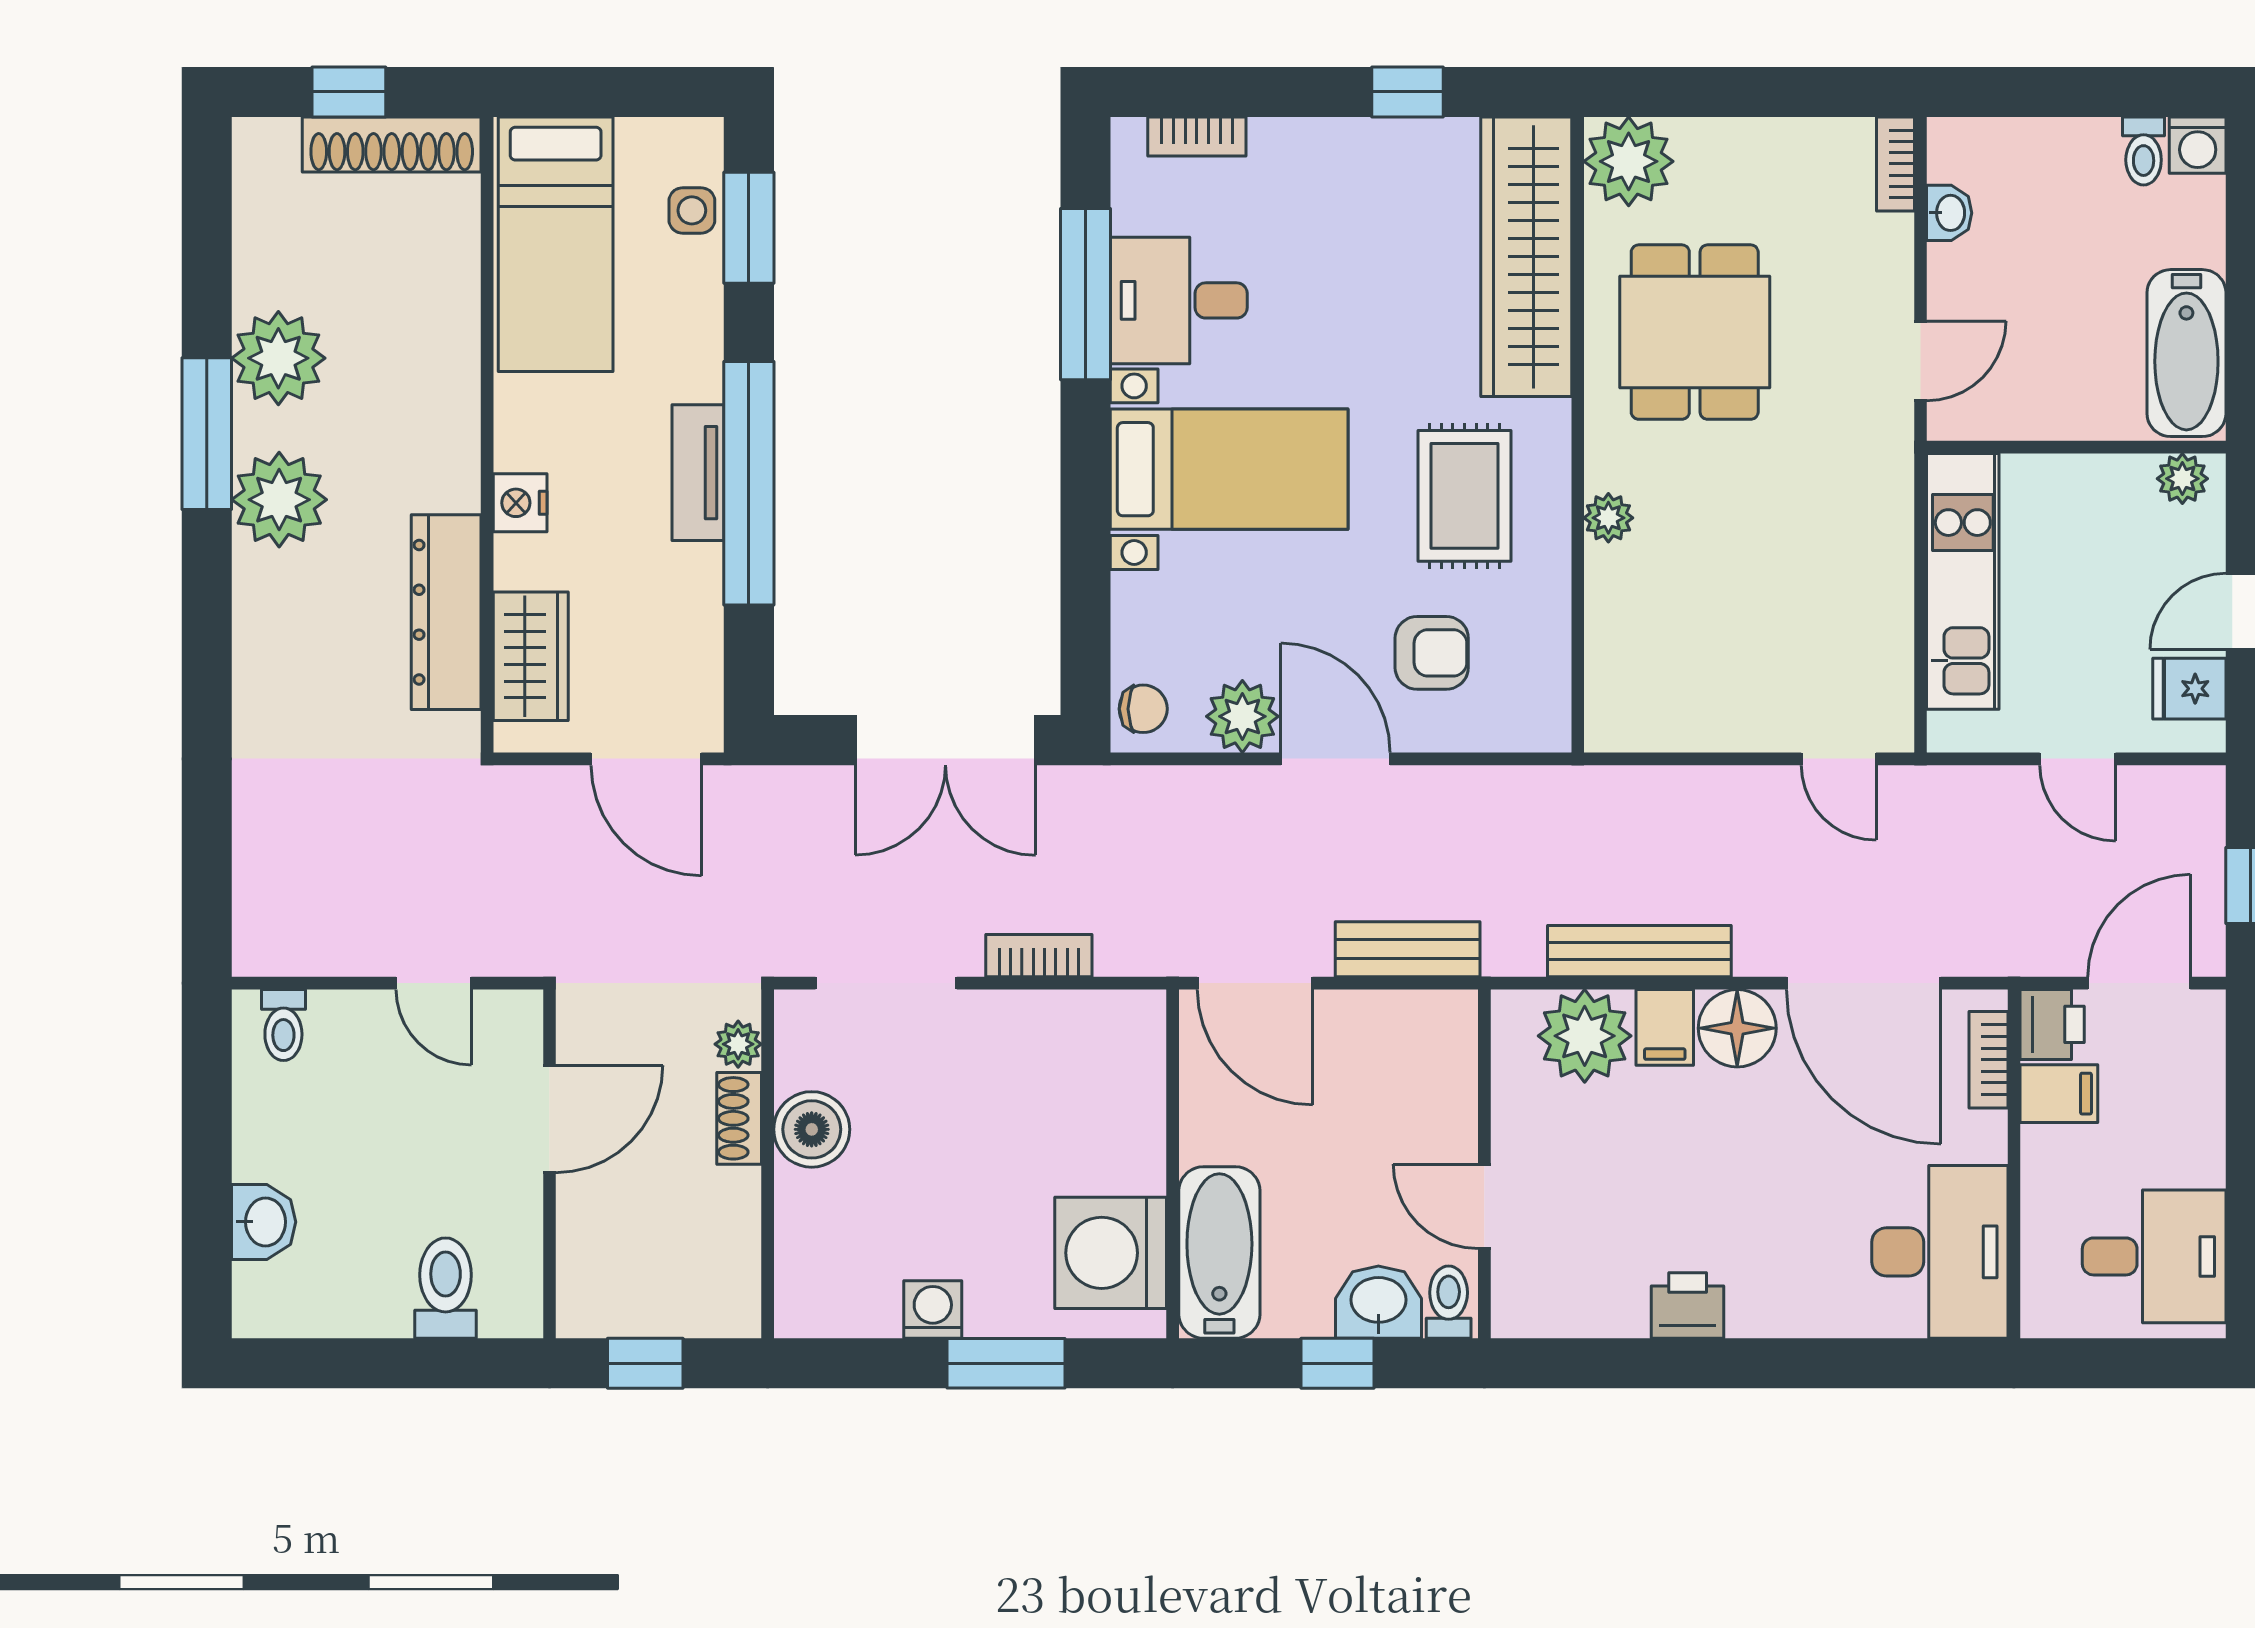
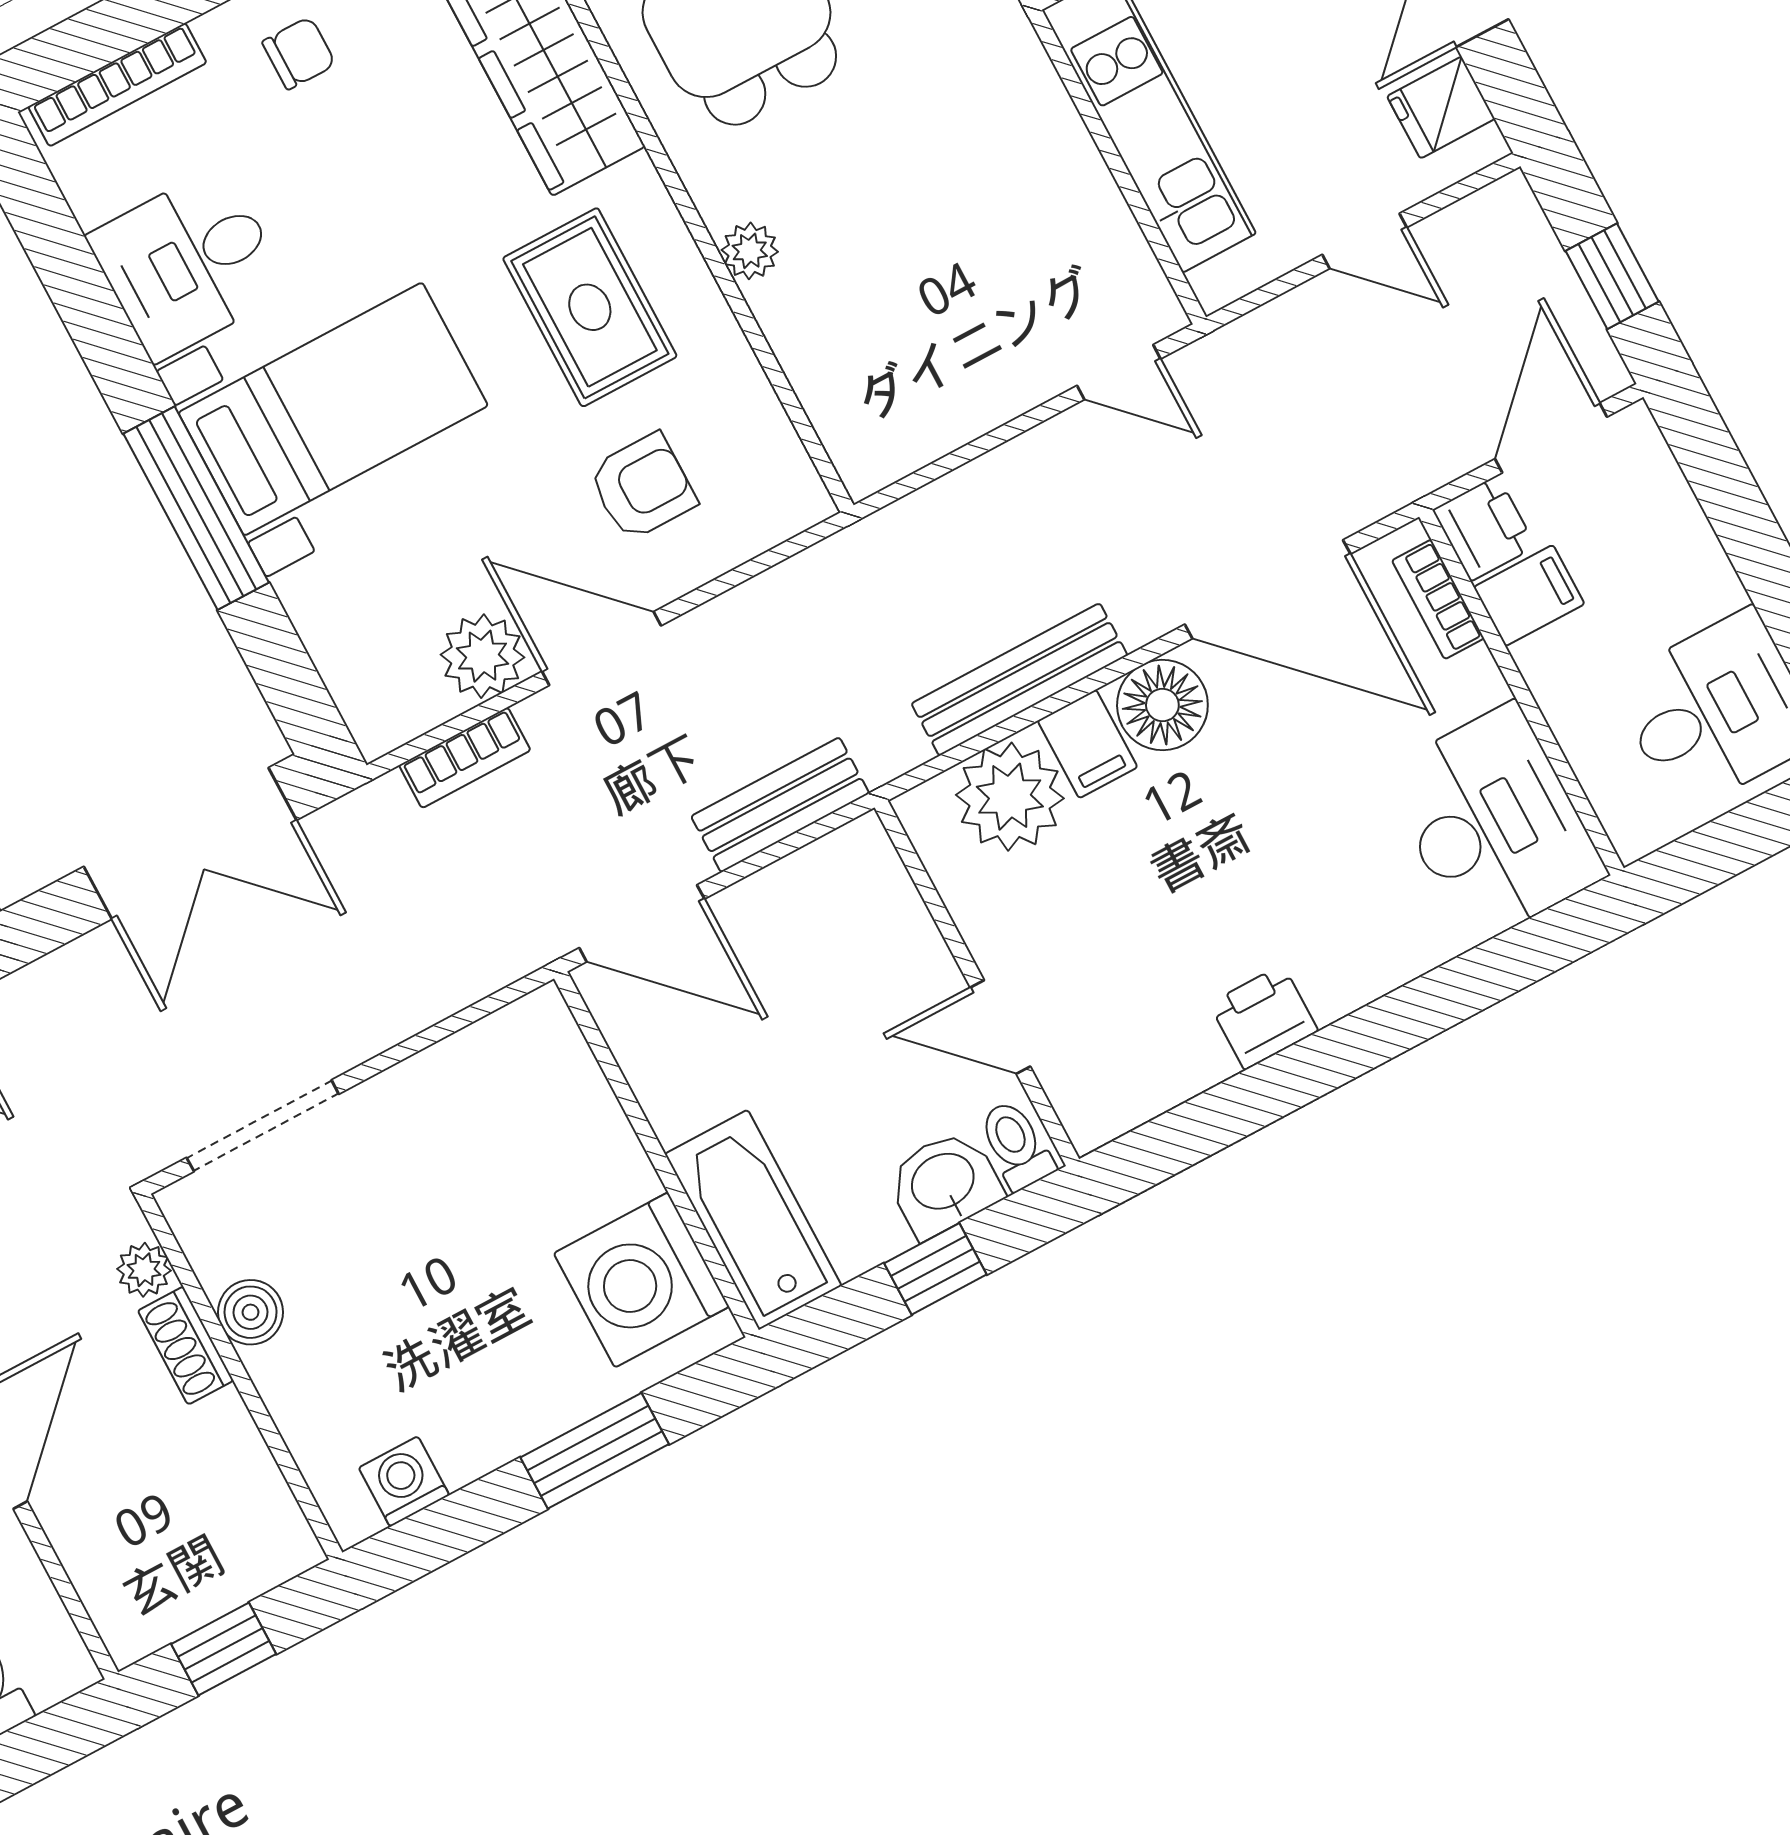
bookcase: (1197, 136) -> (117, 85), width x1.56
window: (1085, 294) -> (196, 508), moved
chair: (1143, 709) -> (299, 53), moved
bookcase: (1039, 956) -> (465, 758), moved, turned 180
boiler: (812, 1129) -> (251, 1312), width x0.73, depth x0.73
washing machine: (933, 1309) -> (404, 1481), moved

